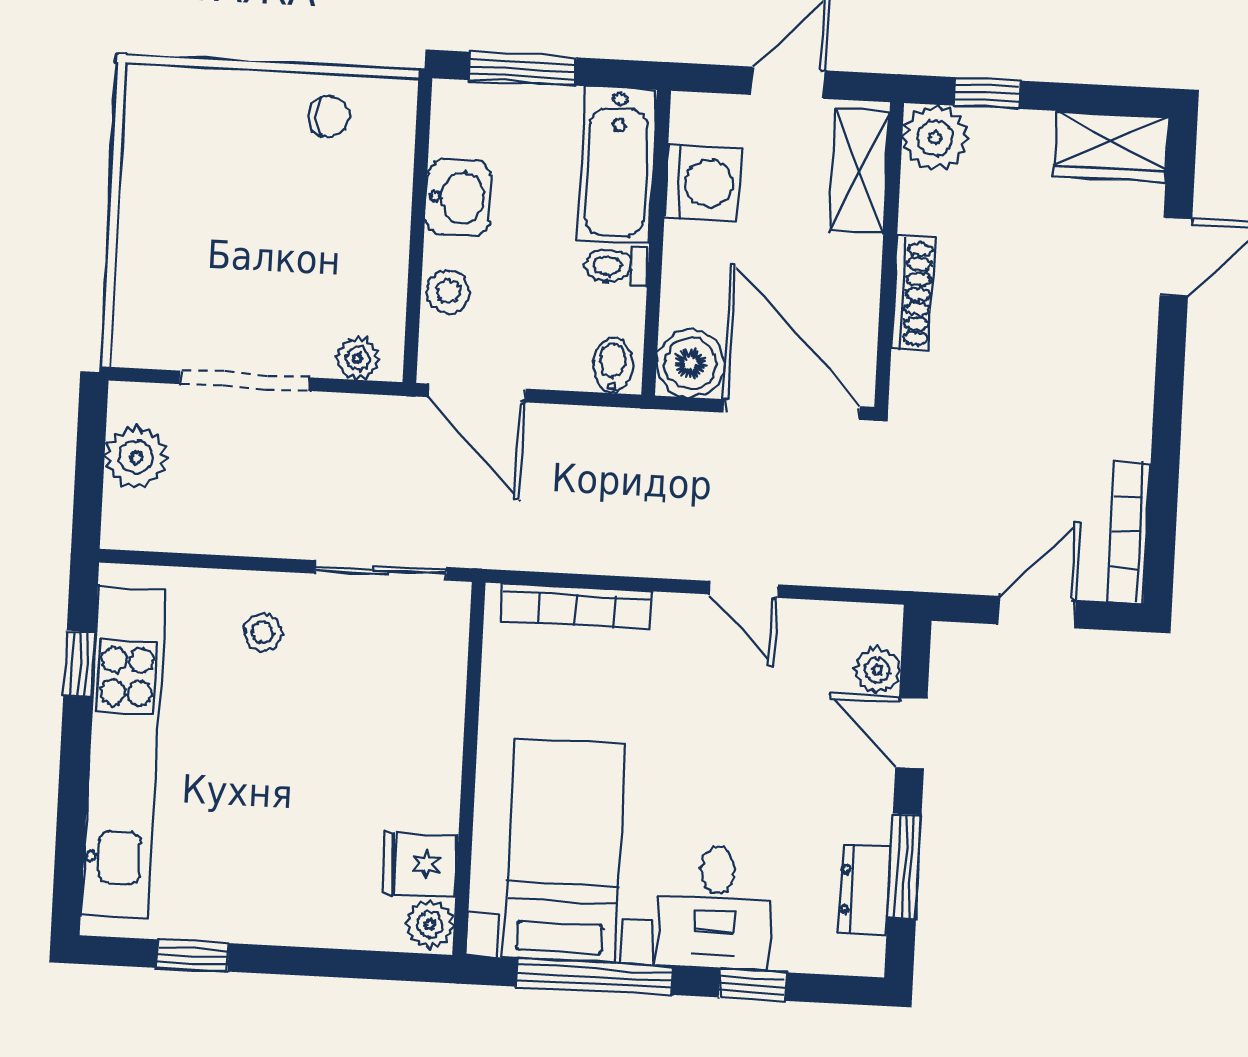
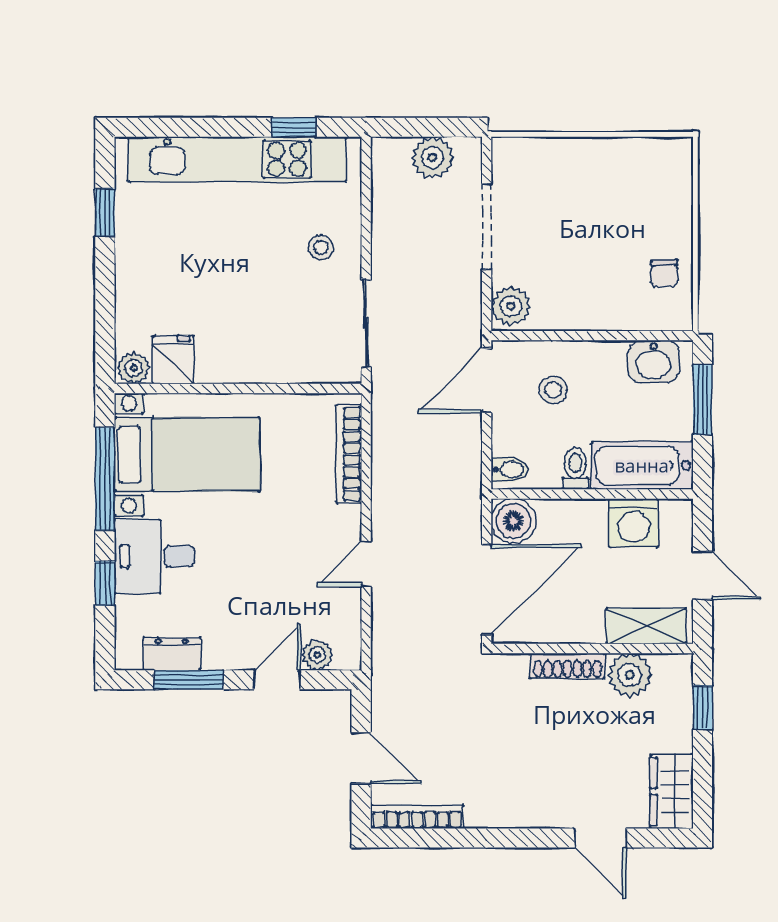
plant: (935, 138) -> (630, 675), moved
washbasin: (458, 197) -> (654, 362), moved
stool: (448, 291) -> (553, 390), moved
plant: (358, 358) -> (511, 306), width x1.38, depth x1.38

